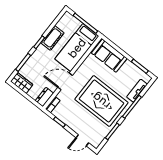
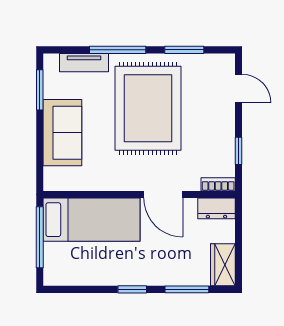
cot: (52, 38) -> (107, 273), removed
sofa: (109, 56) -> (62, 133), moved

